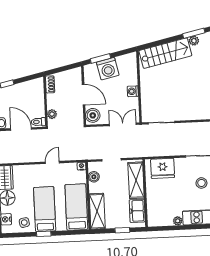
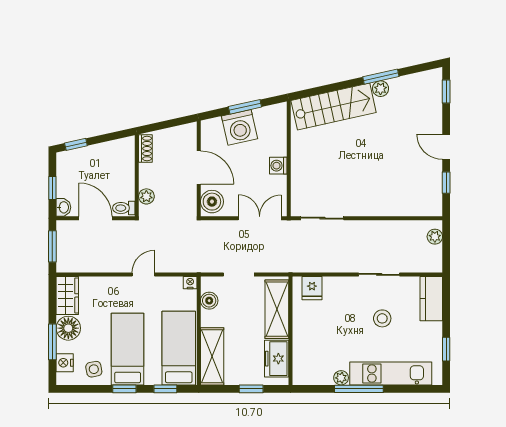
window: (100, 59) -> (245, 107), moved
fridge: (163, 168) -> (312, 288), width x0.53, depth x0.75
window: (189, 227) -> (359, 389), added
window: (69, 233) -> (165, 389), added

